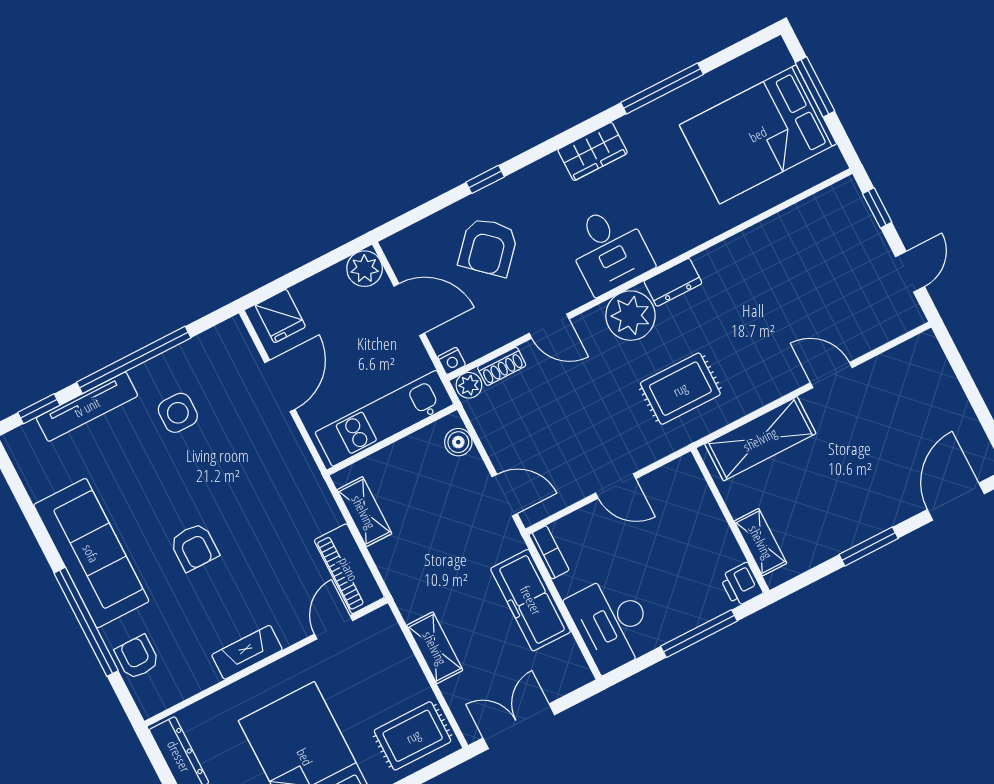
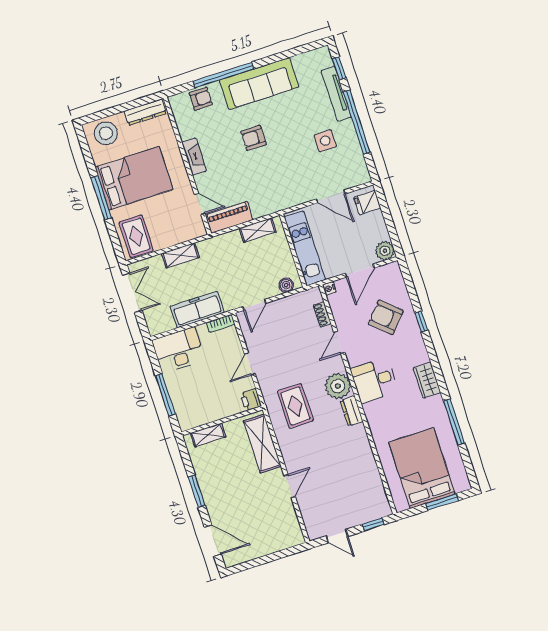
plant: (469, 385) -> (315, 295), removed
printer: (741, 585) -> (251, 400), moved, turned -90

